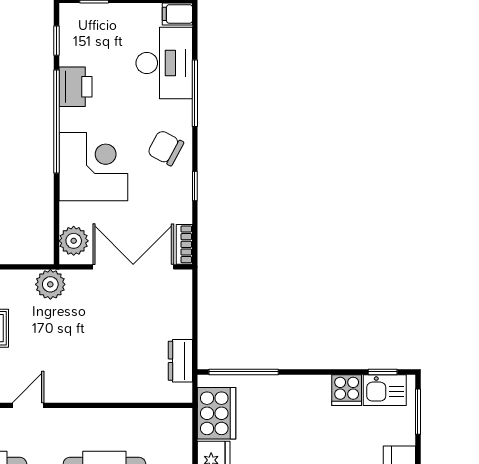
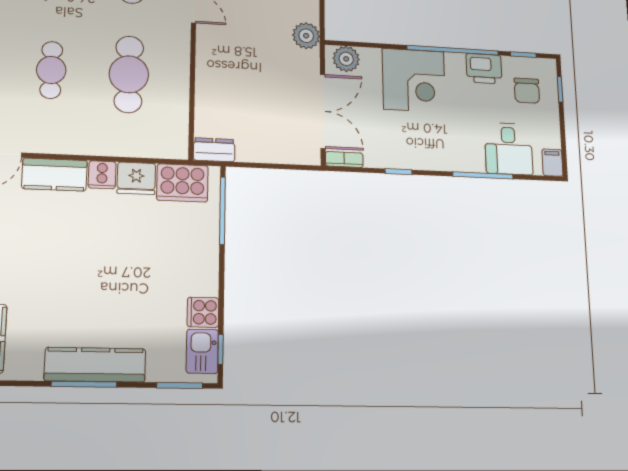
desk: (164, 63) -> (509, 149), width x0.73
chair: (166, 148) -> (527, 91), moved, turned 152
dresser: (180, 361) -> (214, 150), moved

